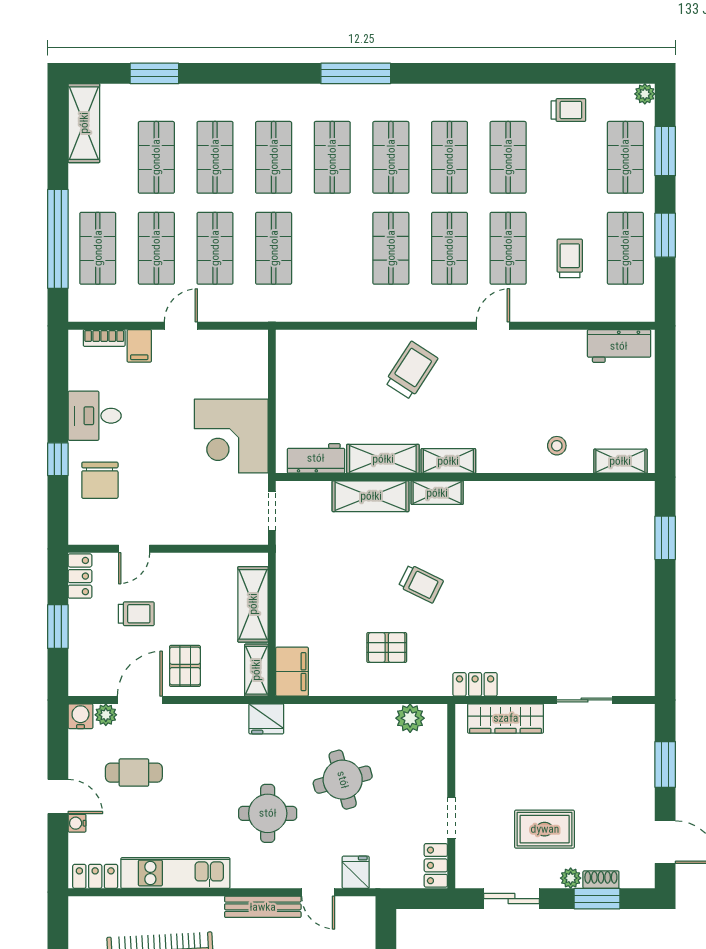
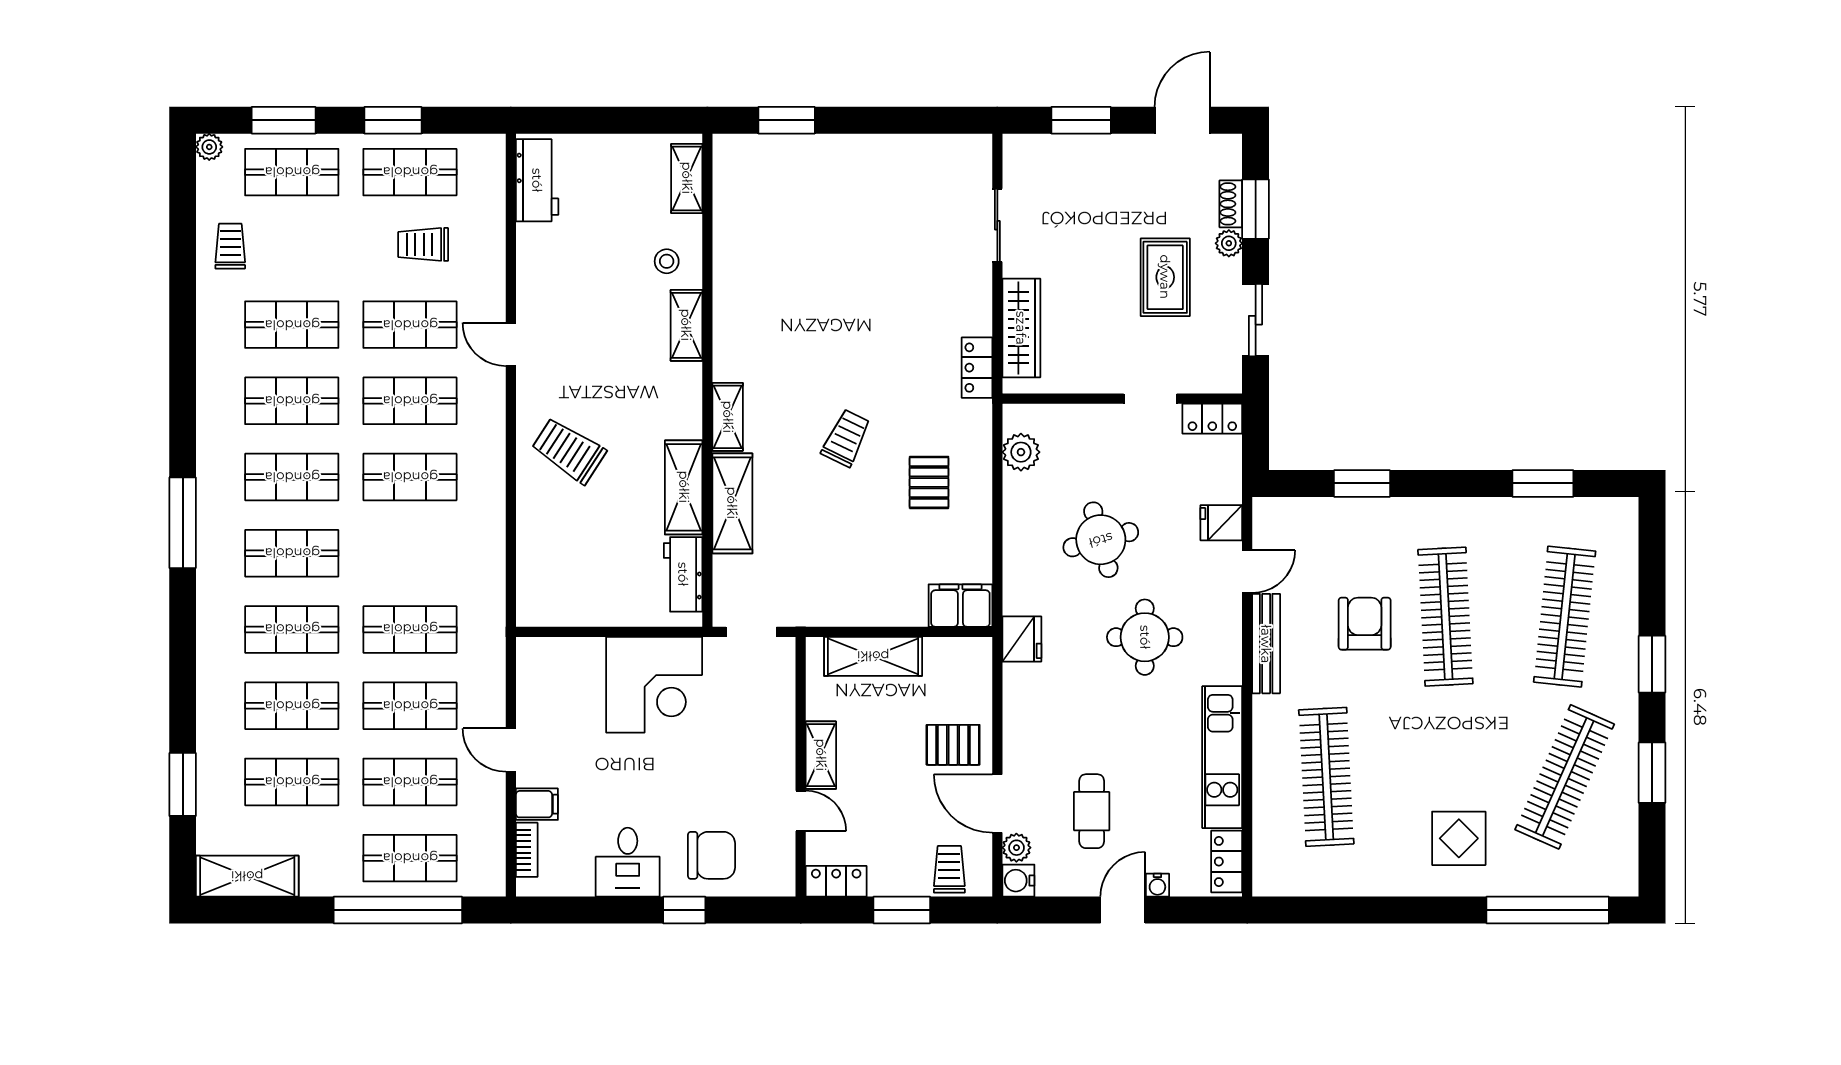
shelving: (448, 461) -> (686, 325), moved
trolley: (136, 614) -> (949, 869), moved
shelving: (256, 670) -> (821, 755), moved, turned 90

